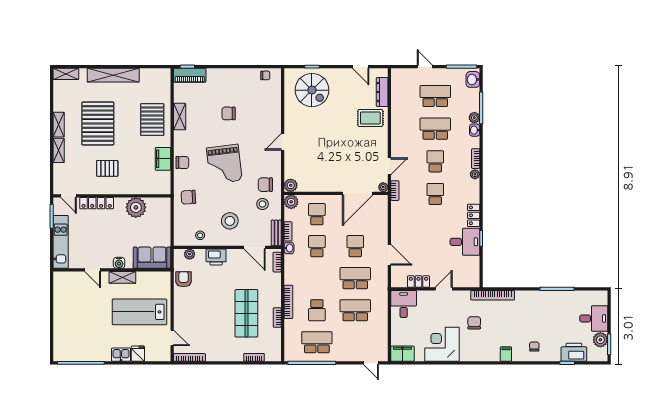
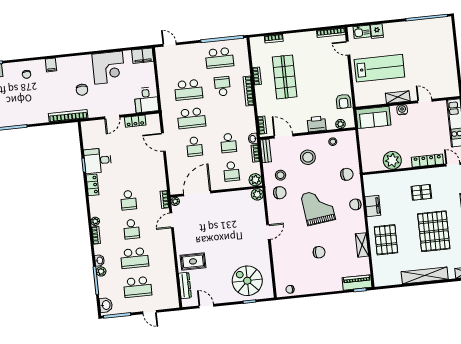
kitchen sink: (121, 355) -> (362, 32), moved

